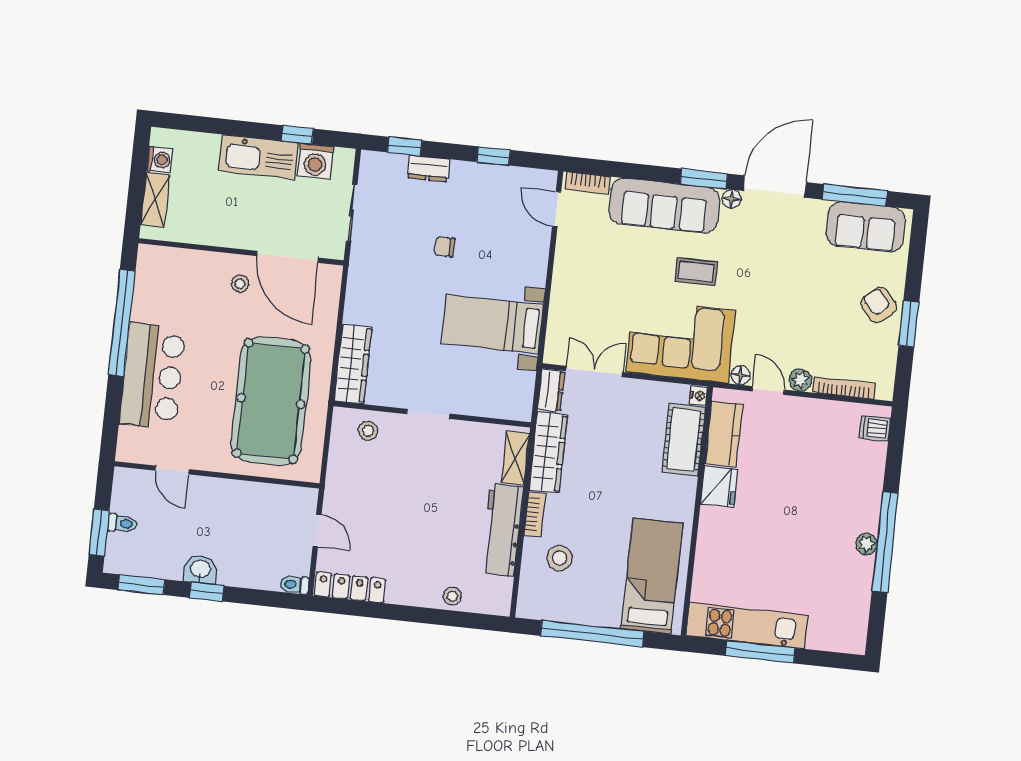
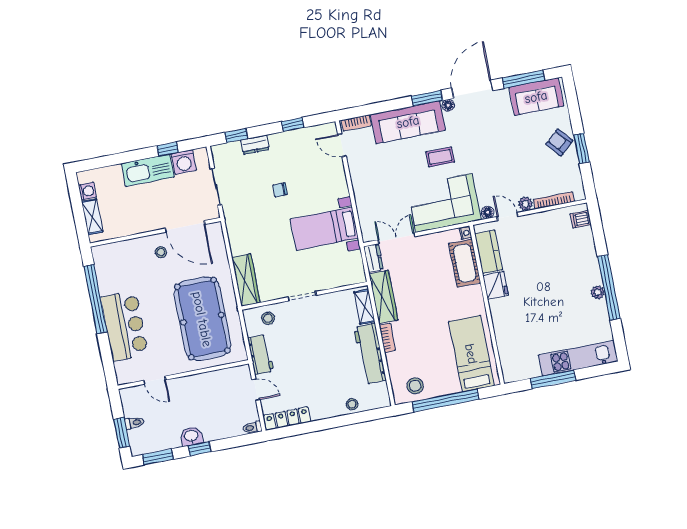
workbench: (340, 481) -> (261, 355), added
stool: (560, 558) -> (415, 386), moved
kitchen unit: (747, 626) -> (578, 358), moved

